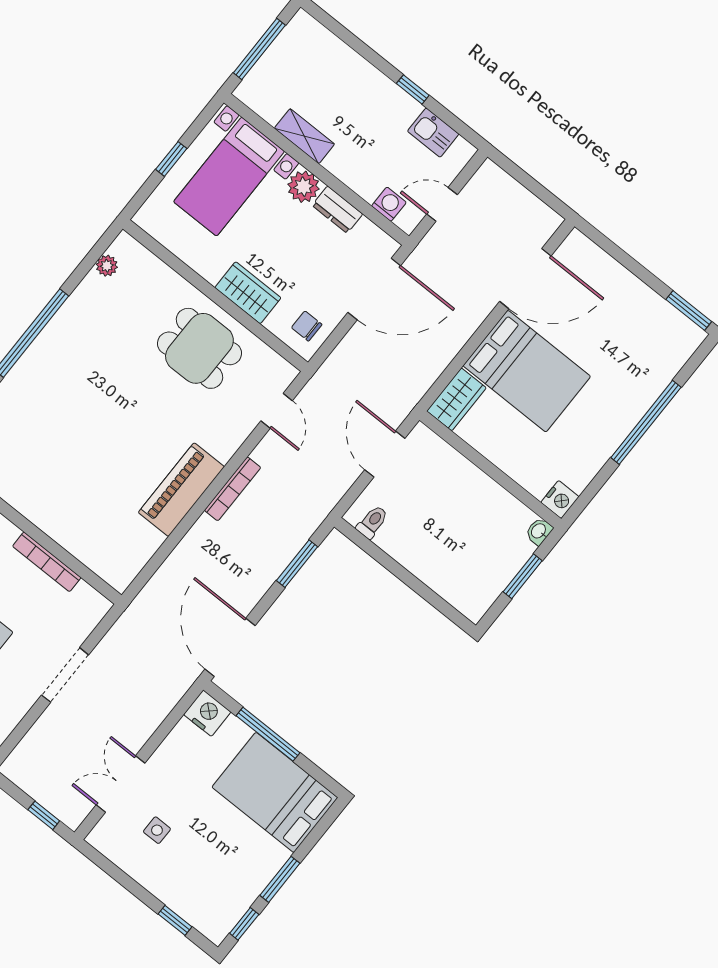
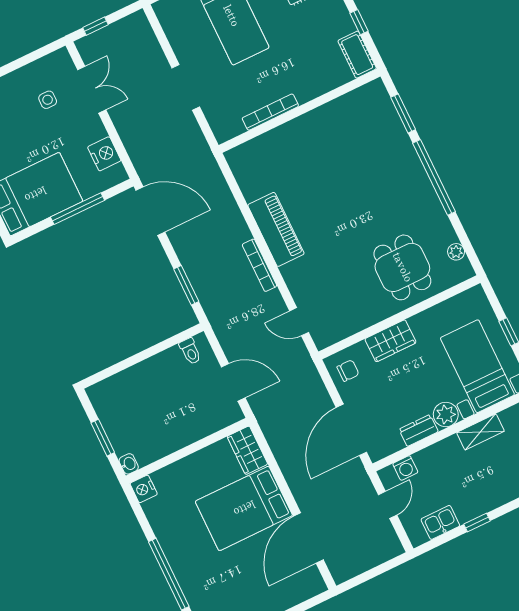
dining table: (199, 348) -> (402, 267), moved, turned 90
nightstand: (207, 713) -> (104, 154), moved, turned -90

